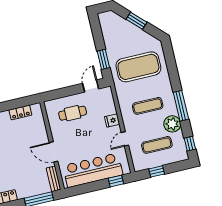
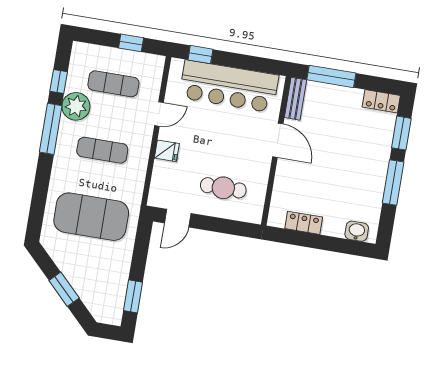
window: (103, 59) -> (133, 296), moved
window: (190, 144) -> (59, 81), moved

